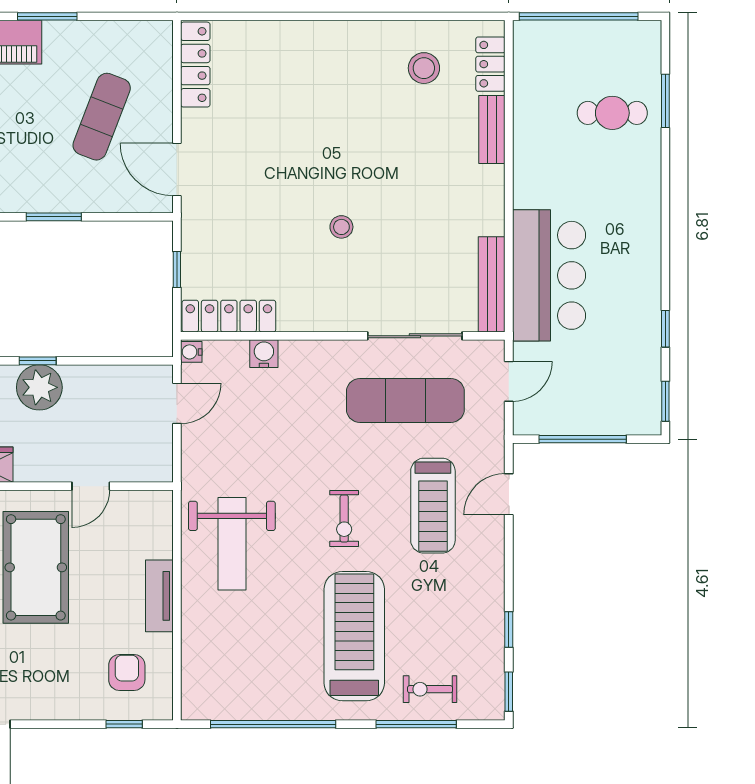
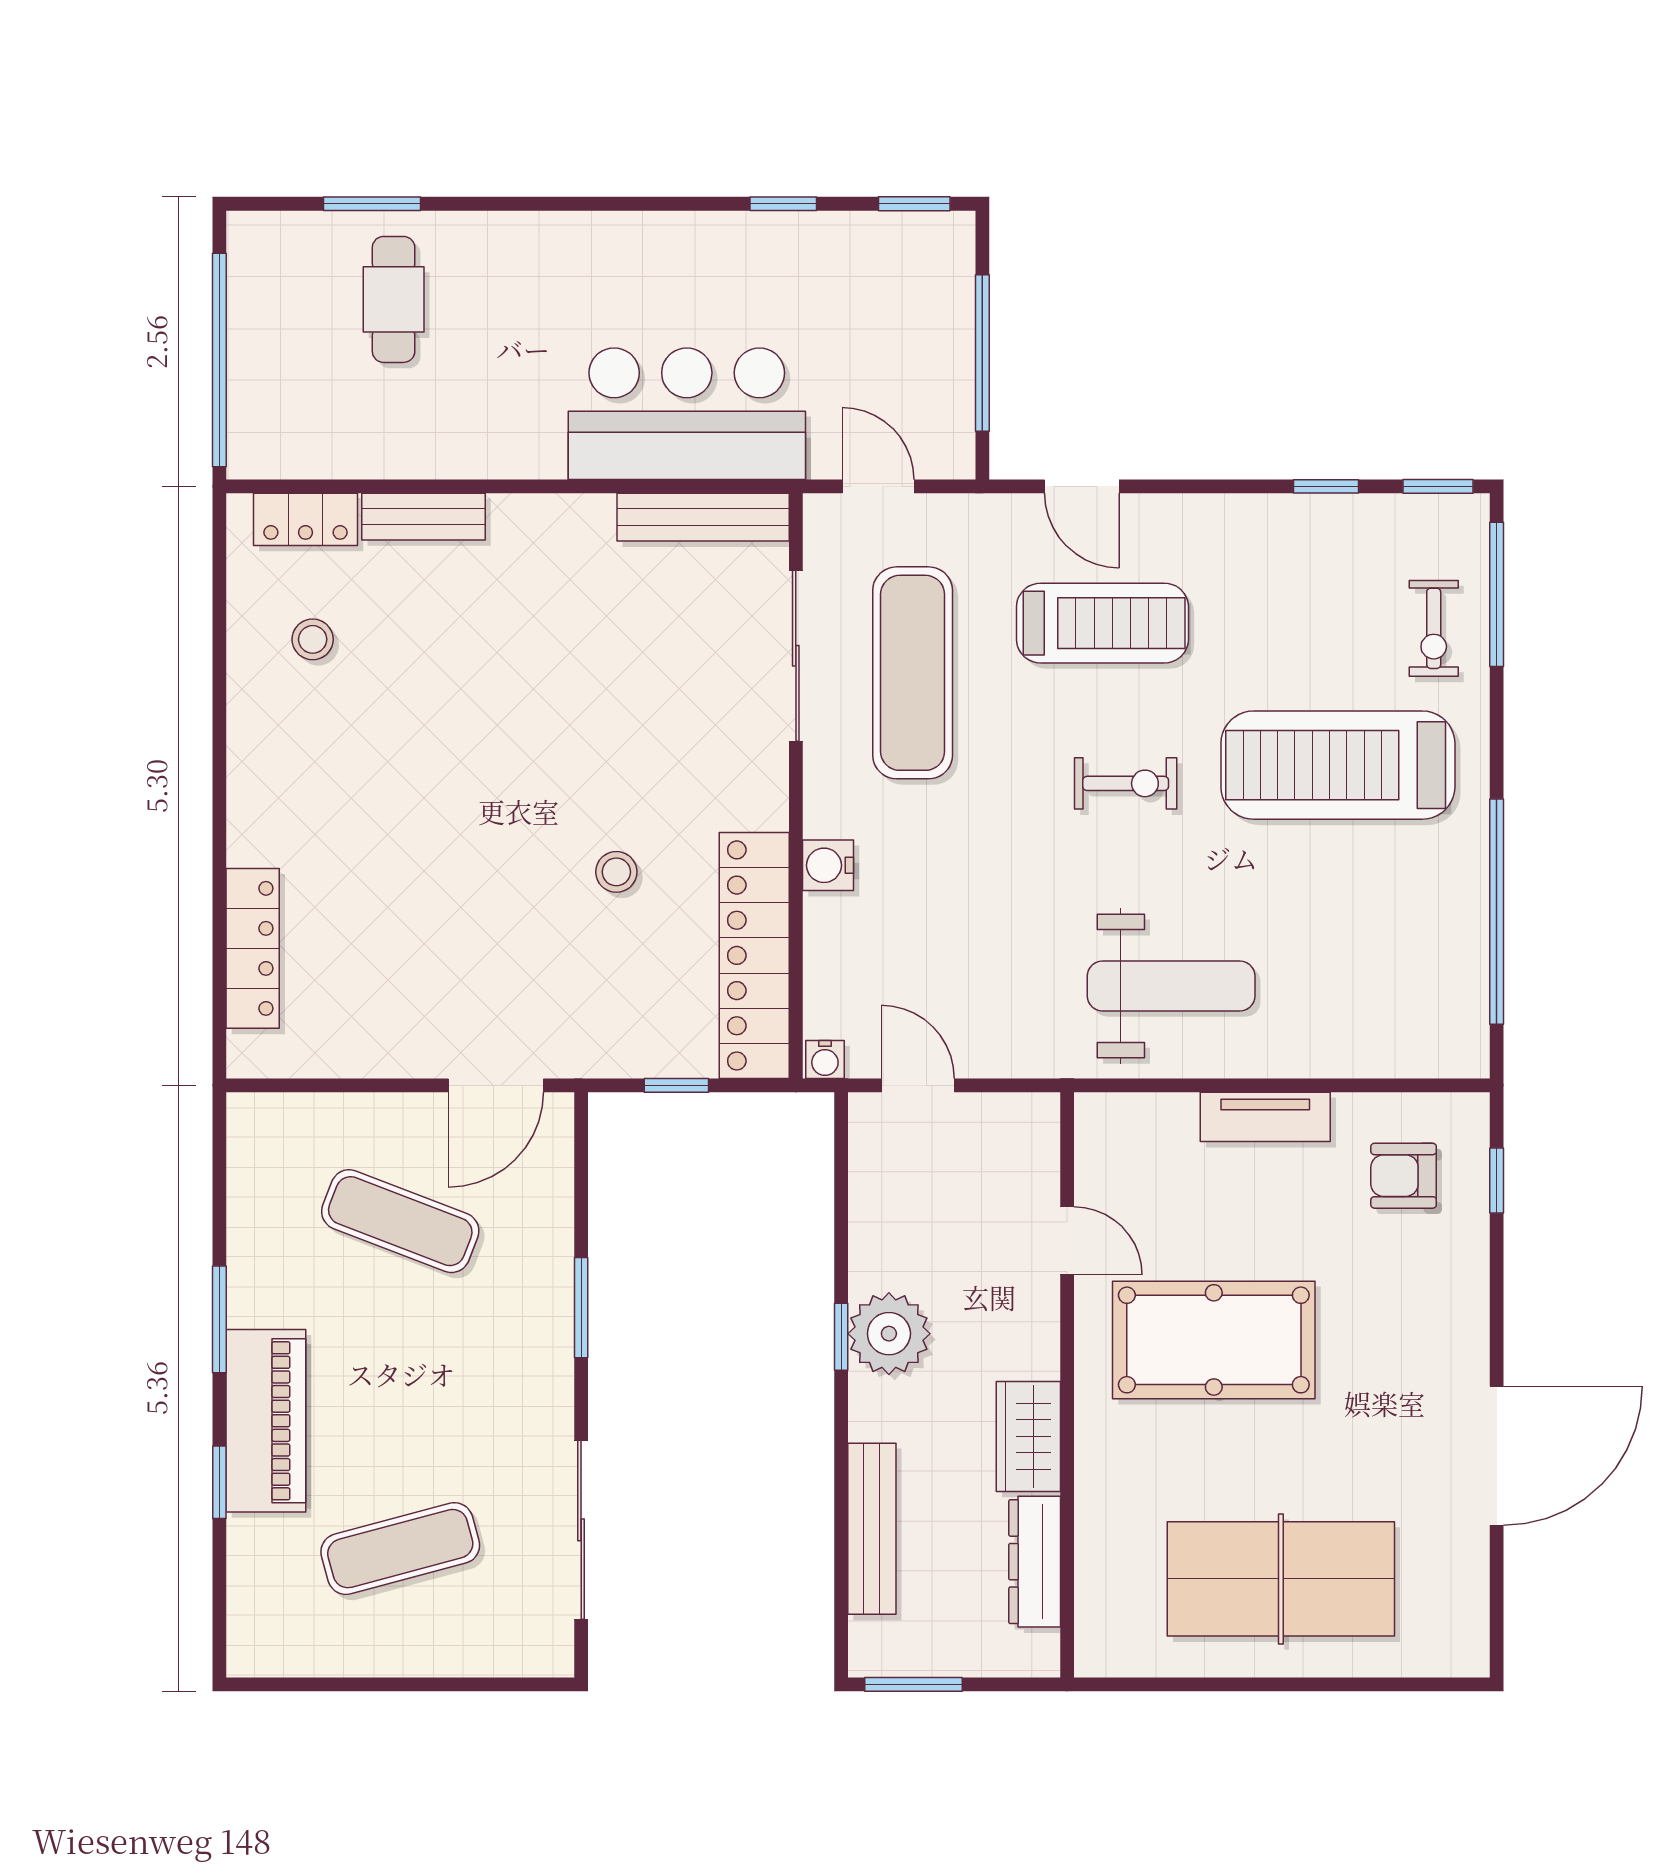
locker: (195, 65) -> (253, 948), moved, turned 90
stool: (424, 68) -> (313, 639), width x0.73, depth x0.73
stool: (341, 227) -> (616, 872), moved
locker: (229, 316) -> (754, 955), width x1.41, depth x1.21
water cooler: (264, 354) -> (828, 865), moved
window: (416, 724) -> (1497, 594), moved

